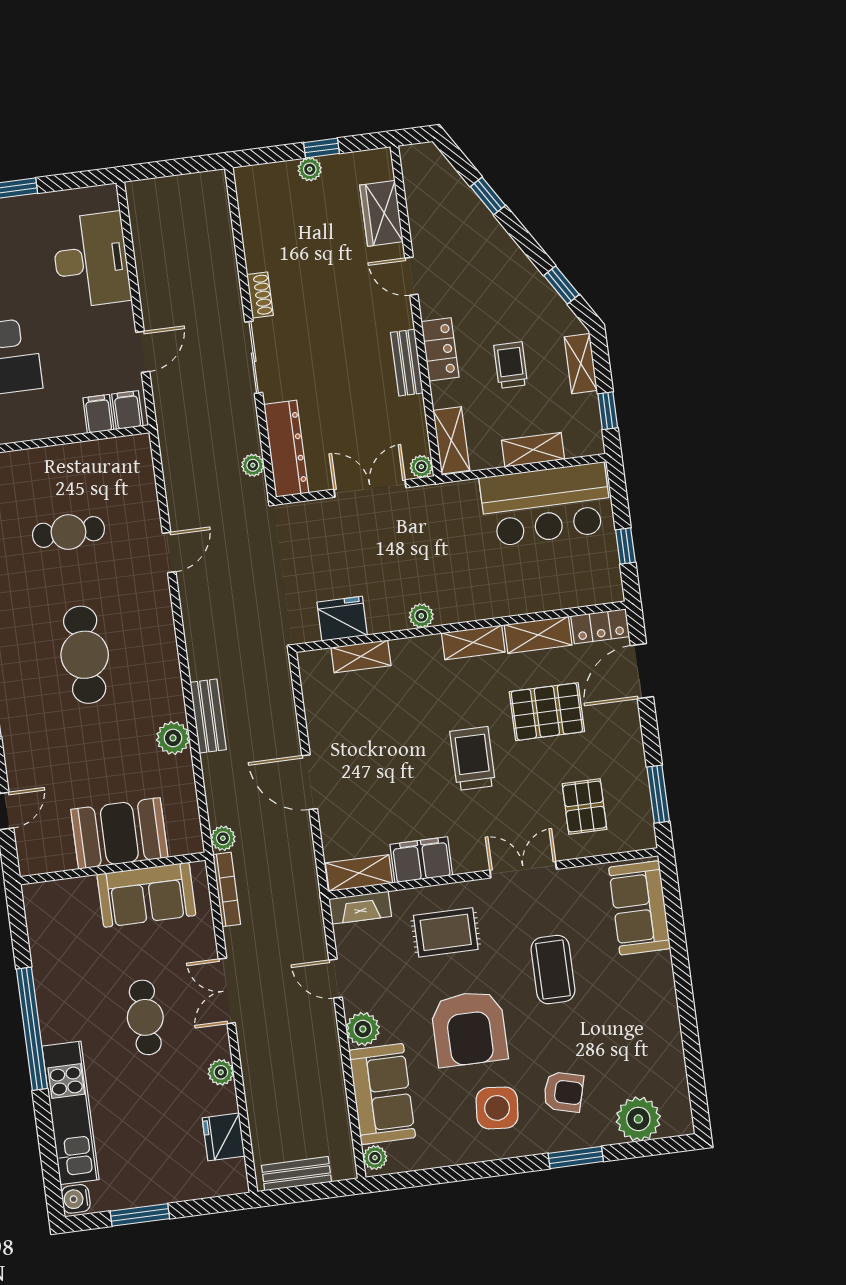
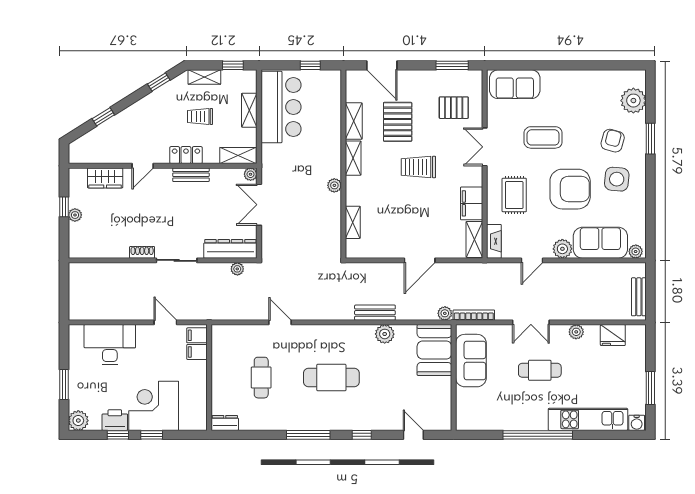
fridge: (342, 619) -> (330, 230), removed
locker: (600, 626) -> (353, 85), removed
booth: (119, 833) -> (434, 350), moved

